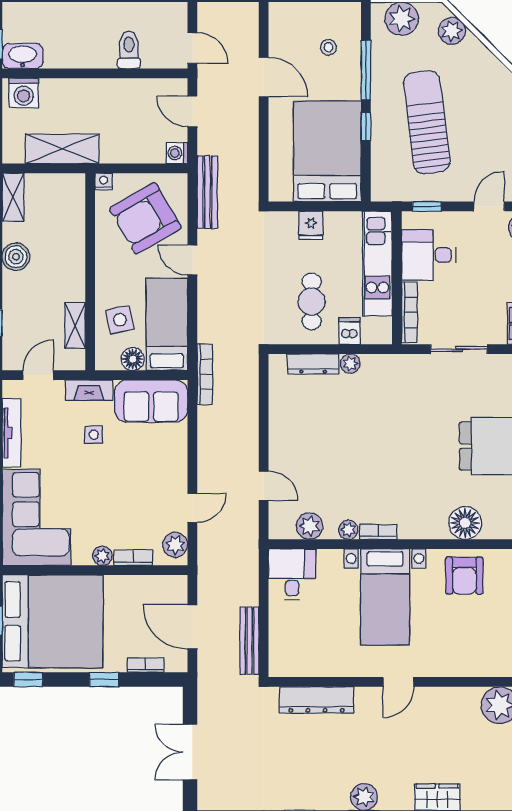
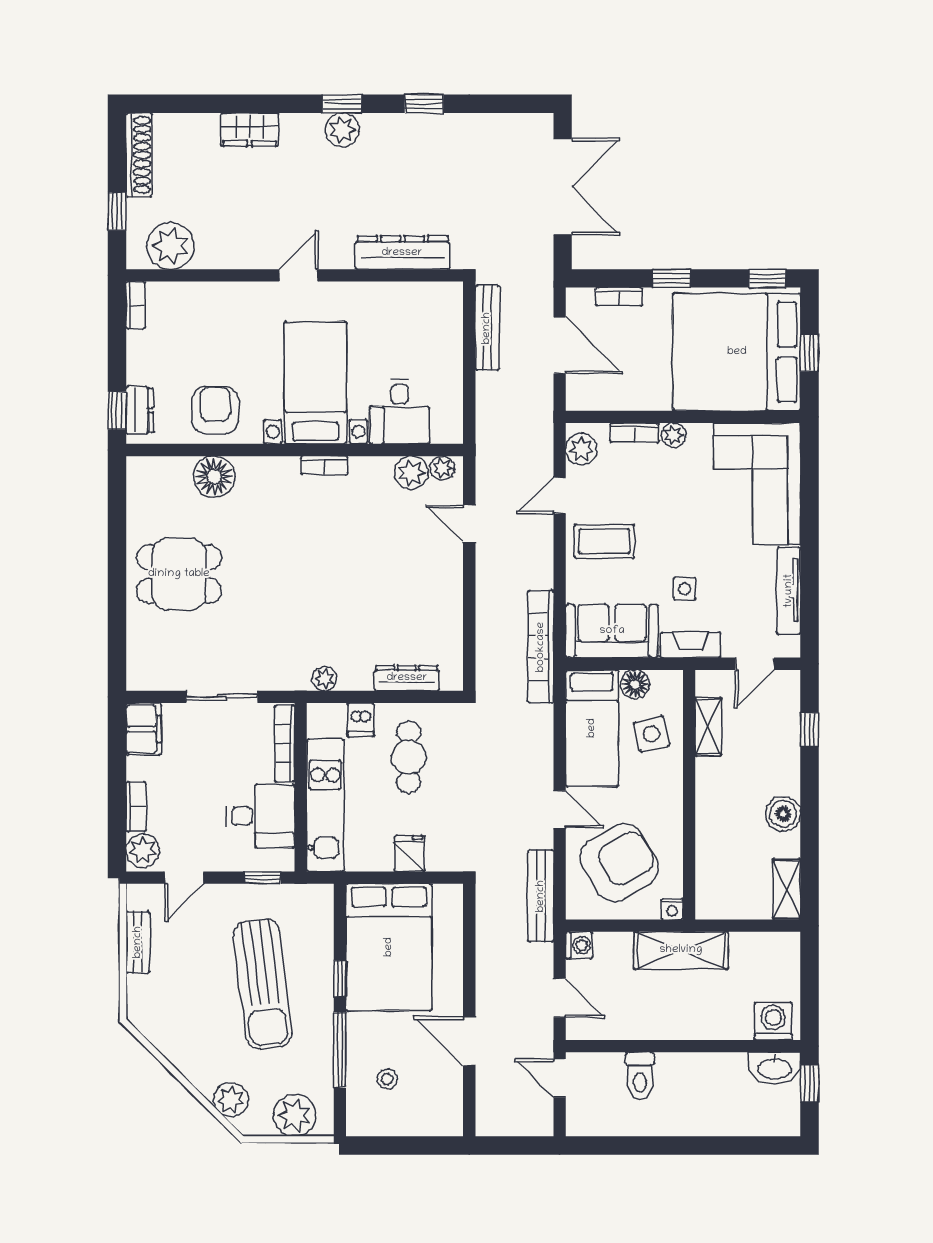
shelving: (62, 149) -> (681, 950), moved
plant: (350, 364) -> (324, 679), moved
bookcase: (205, 374) -> (541, 647), width x1.48, depth x1.31
coffee table: (157, 472) -> (604, 541), added
plant: (348, 530) -> (442, 468), moved
desk: (292, 574) -> (399, 412), moved
double door: (190, 752) -> (563, 187), width x1.37

